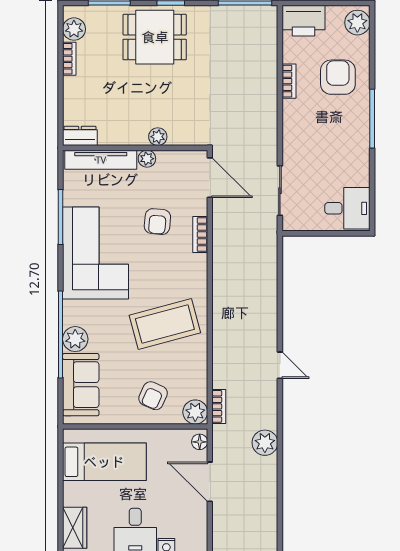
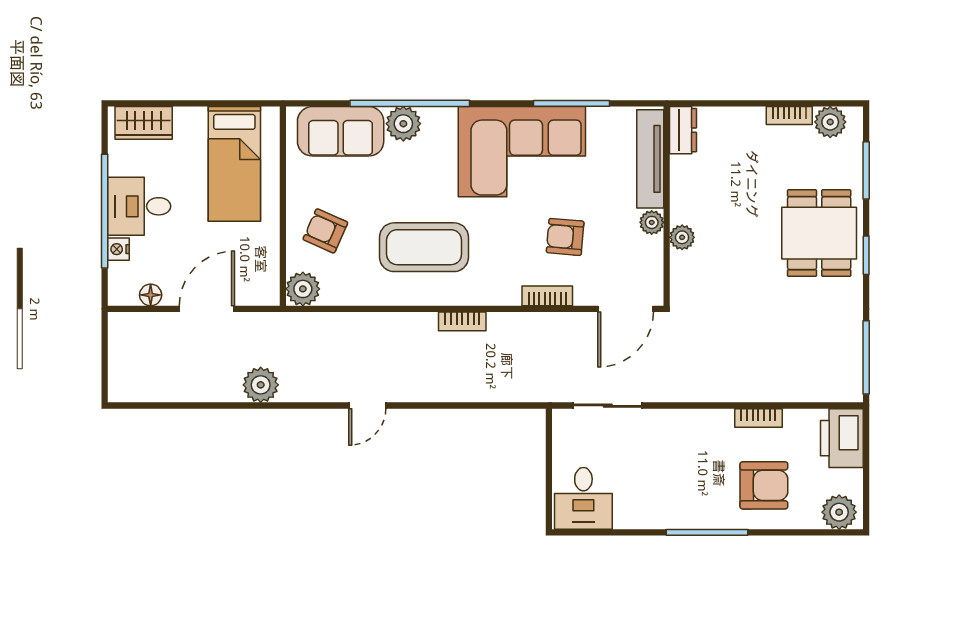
coffee table: (165, 324) -> (424, 247), turned -75
bookcase: (219, 406) -> (462, 321), moved
floor lamp: (200, 442) -> (151, 295), moved

